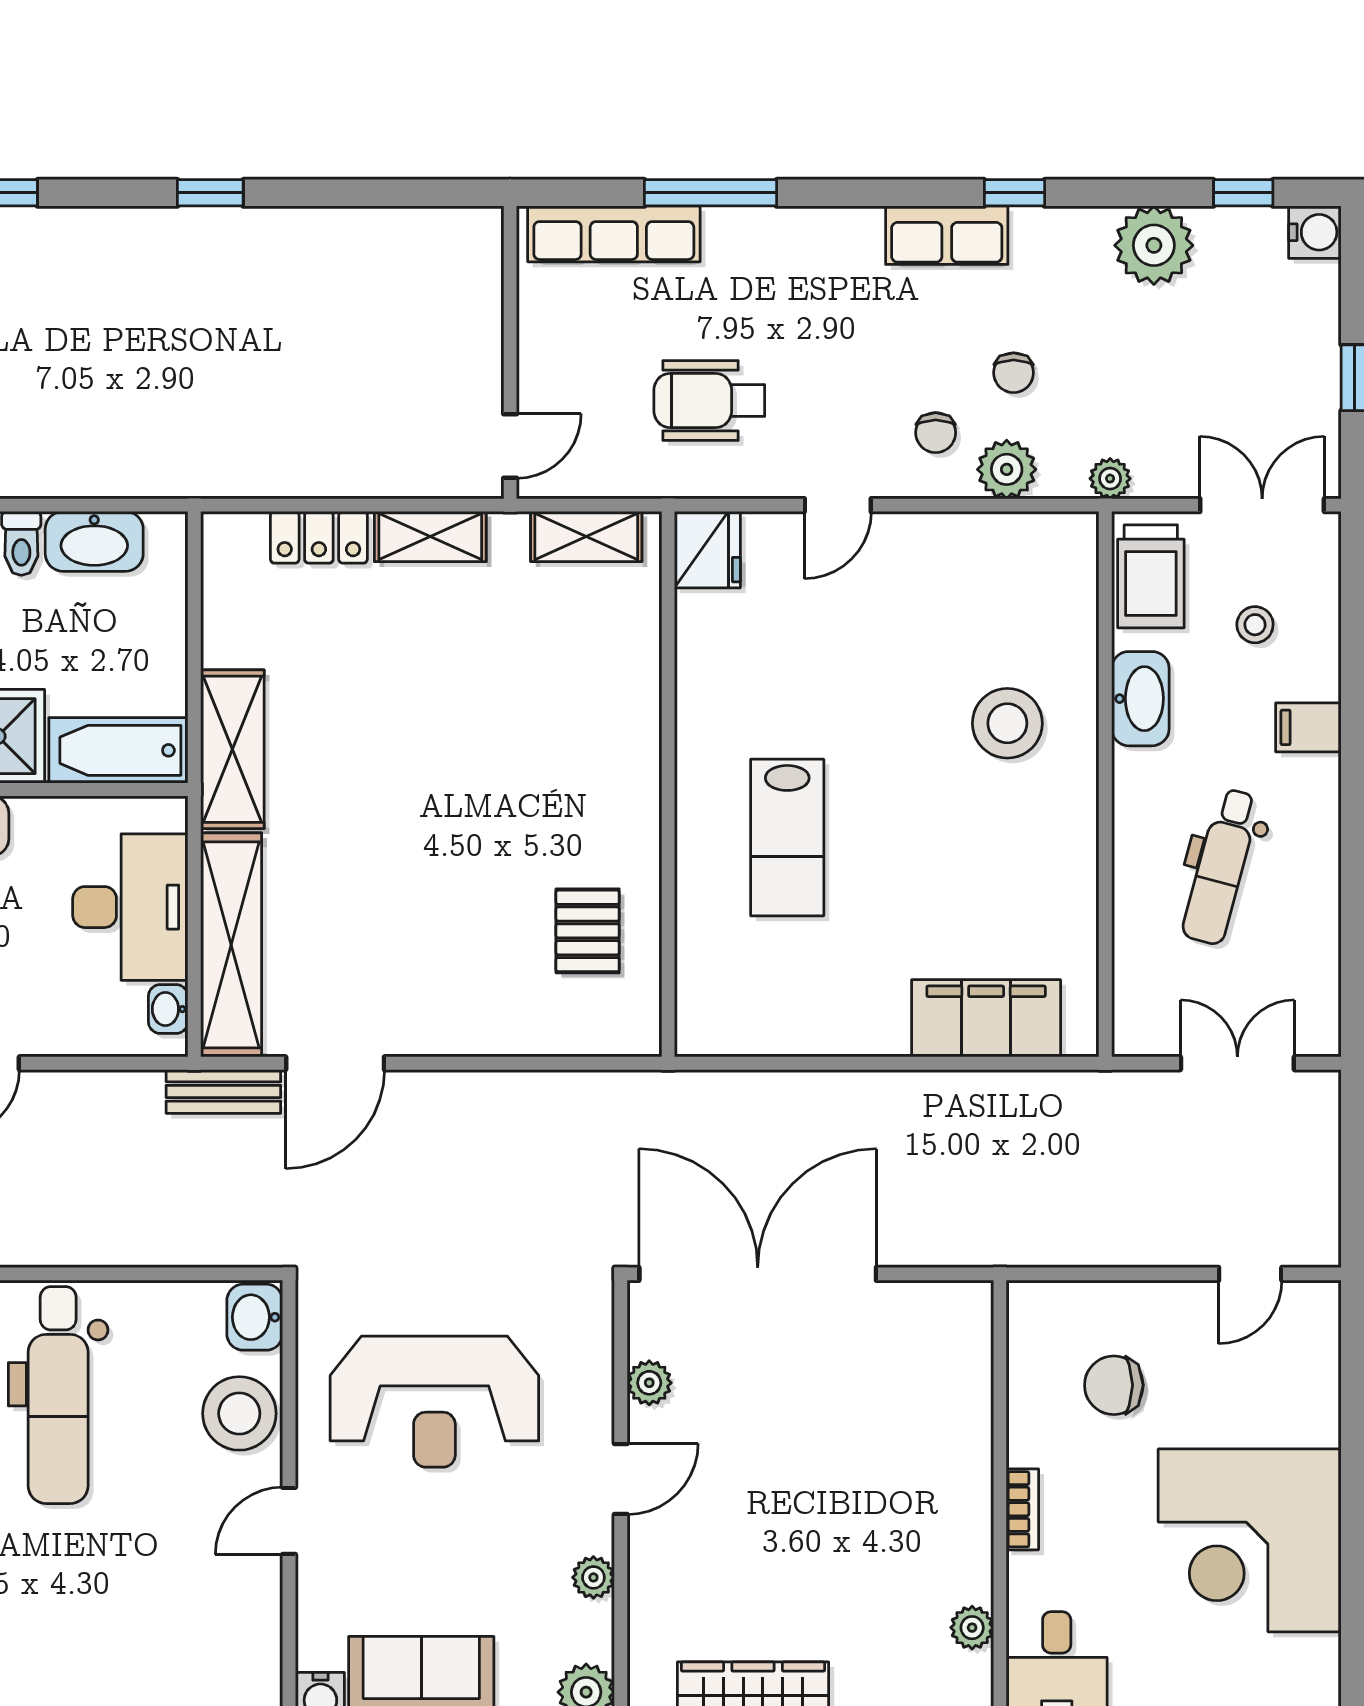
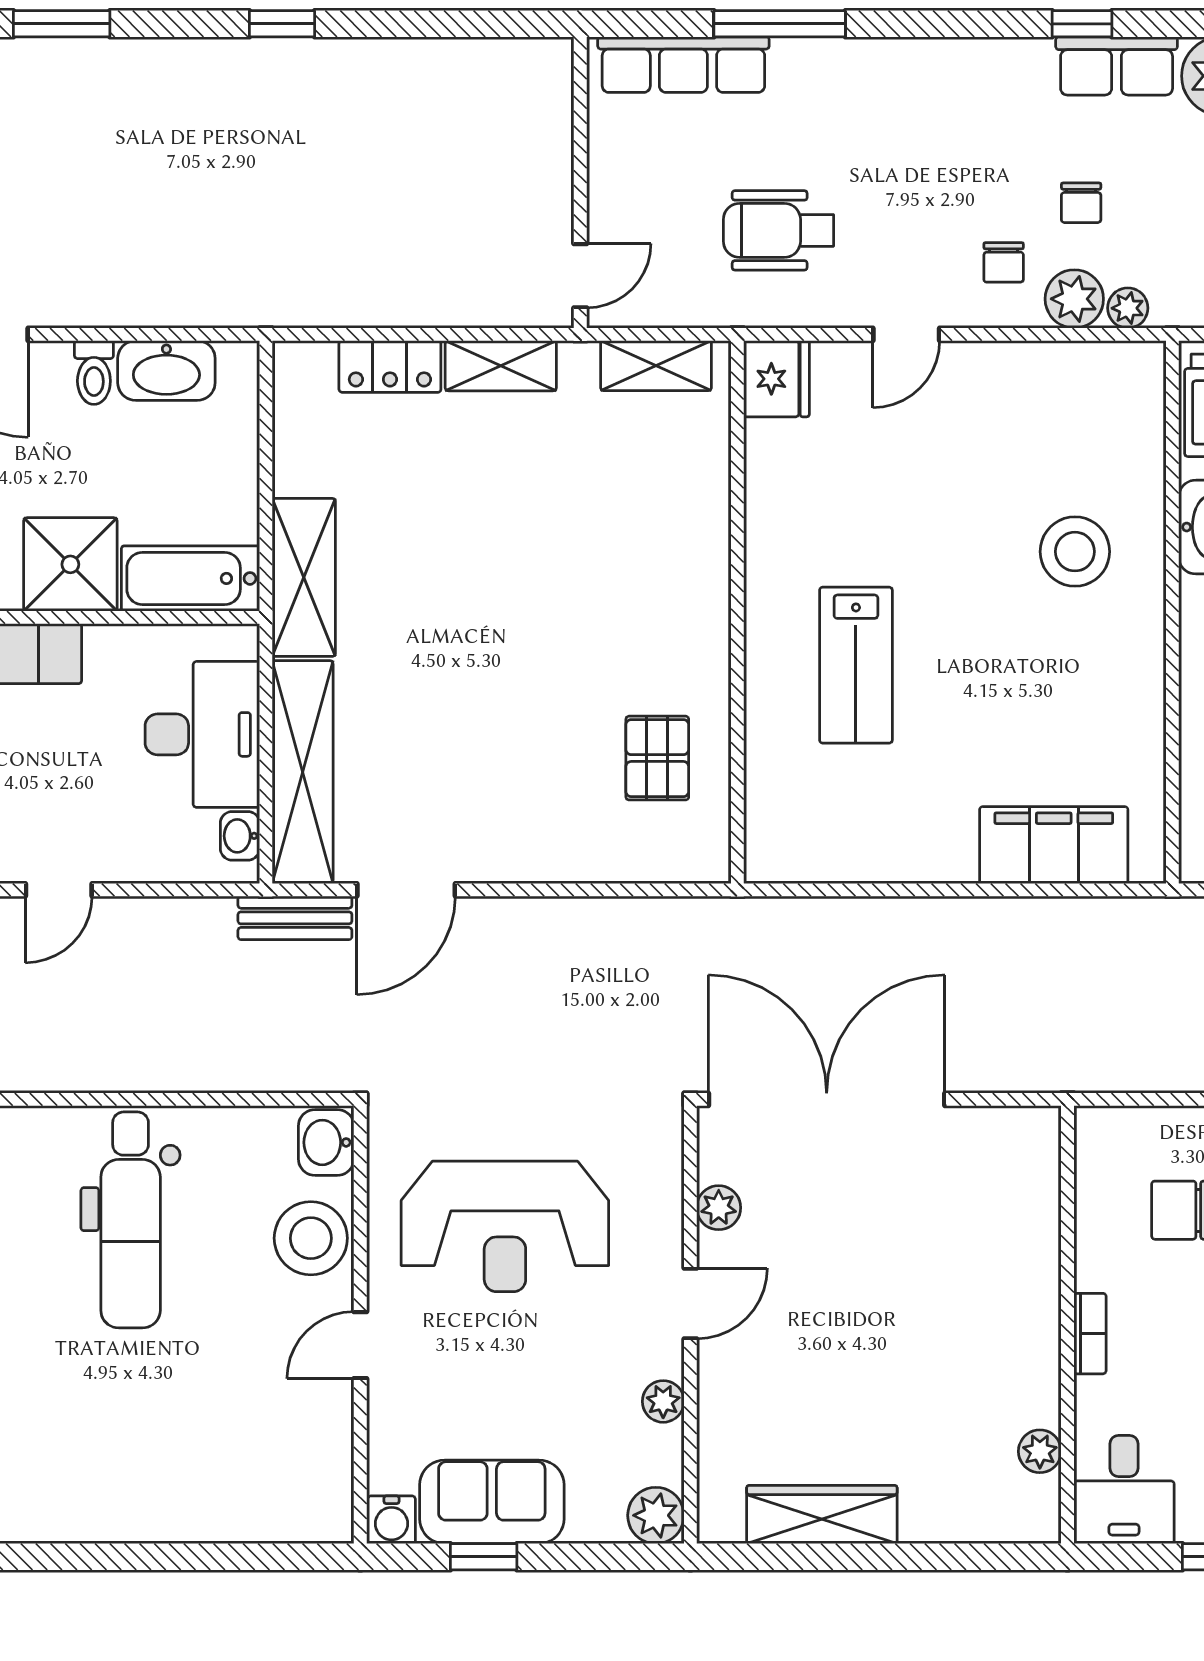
row of seats: (947, 235) -> (1117, 66), moved
plant: (1110, 479) -> (1128, 308), moved

